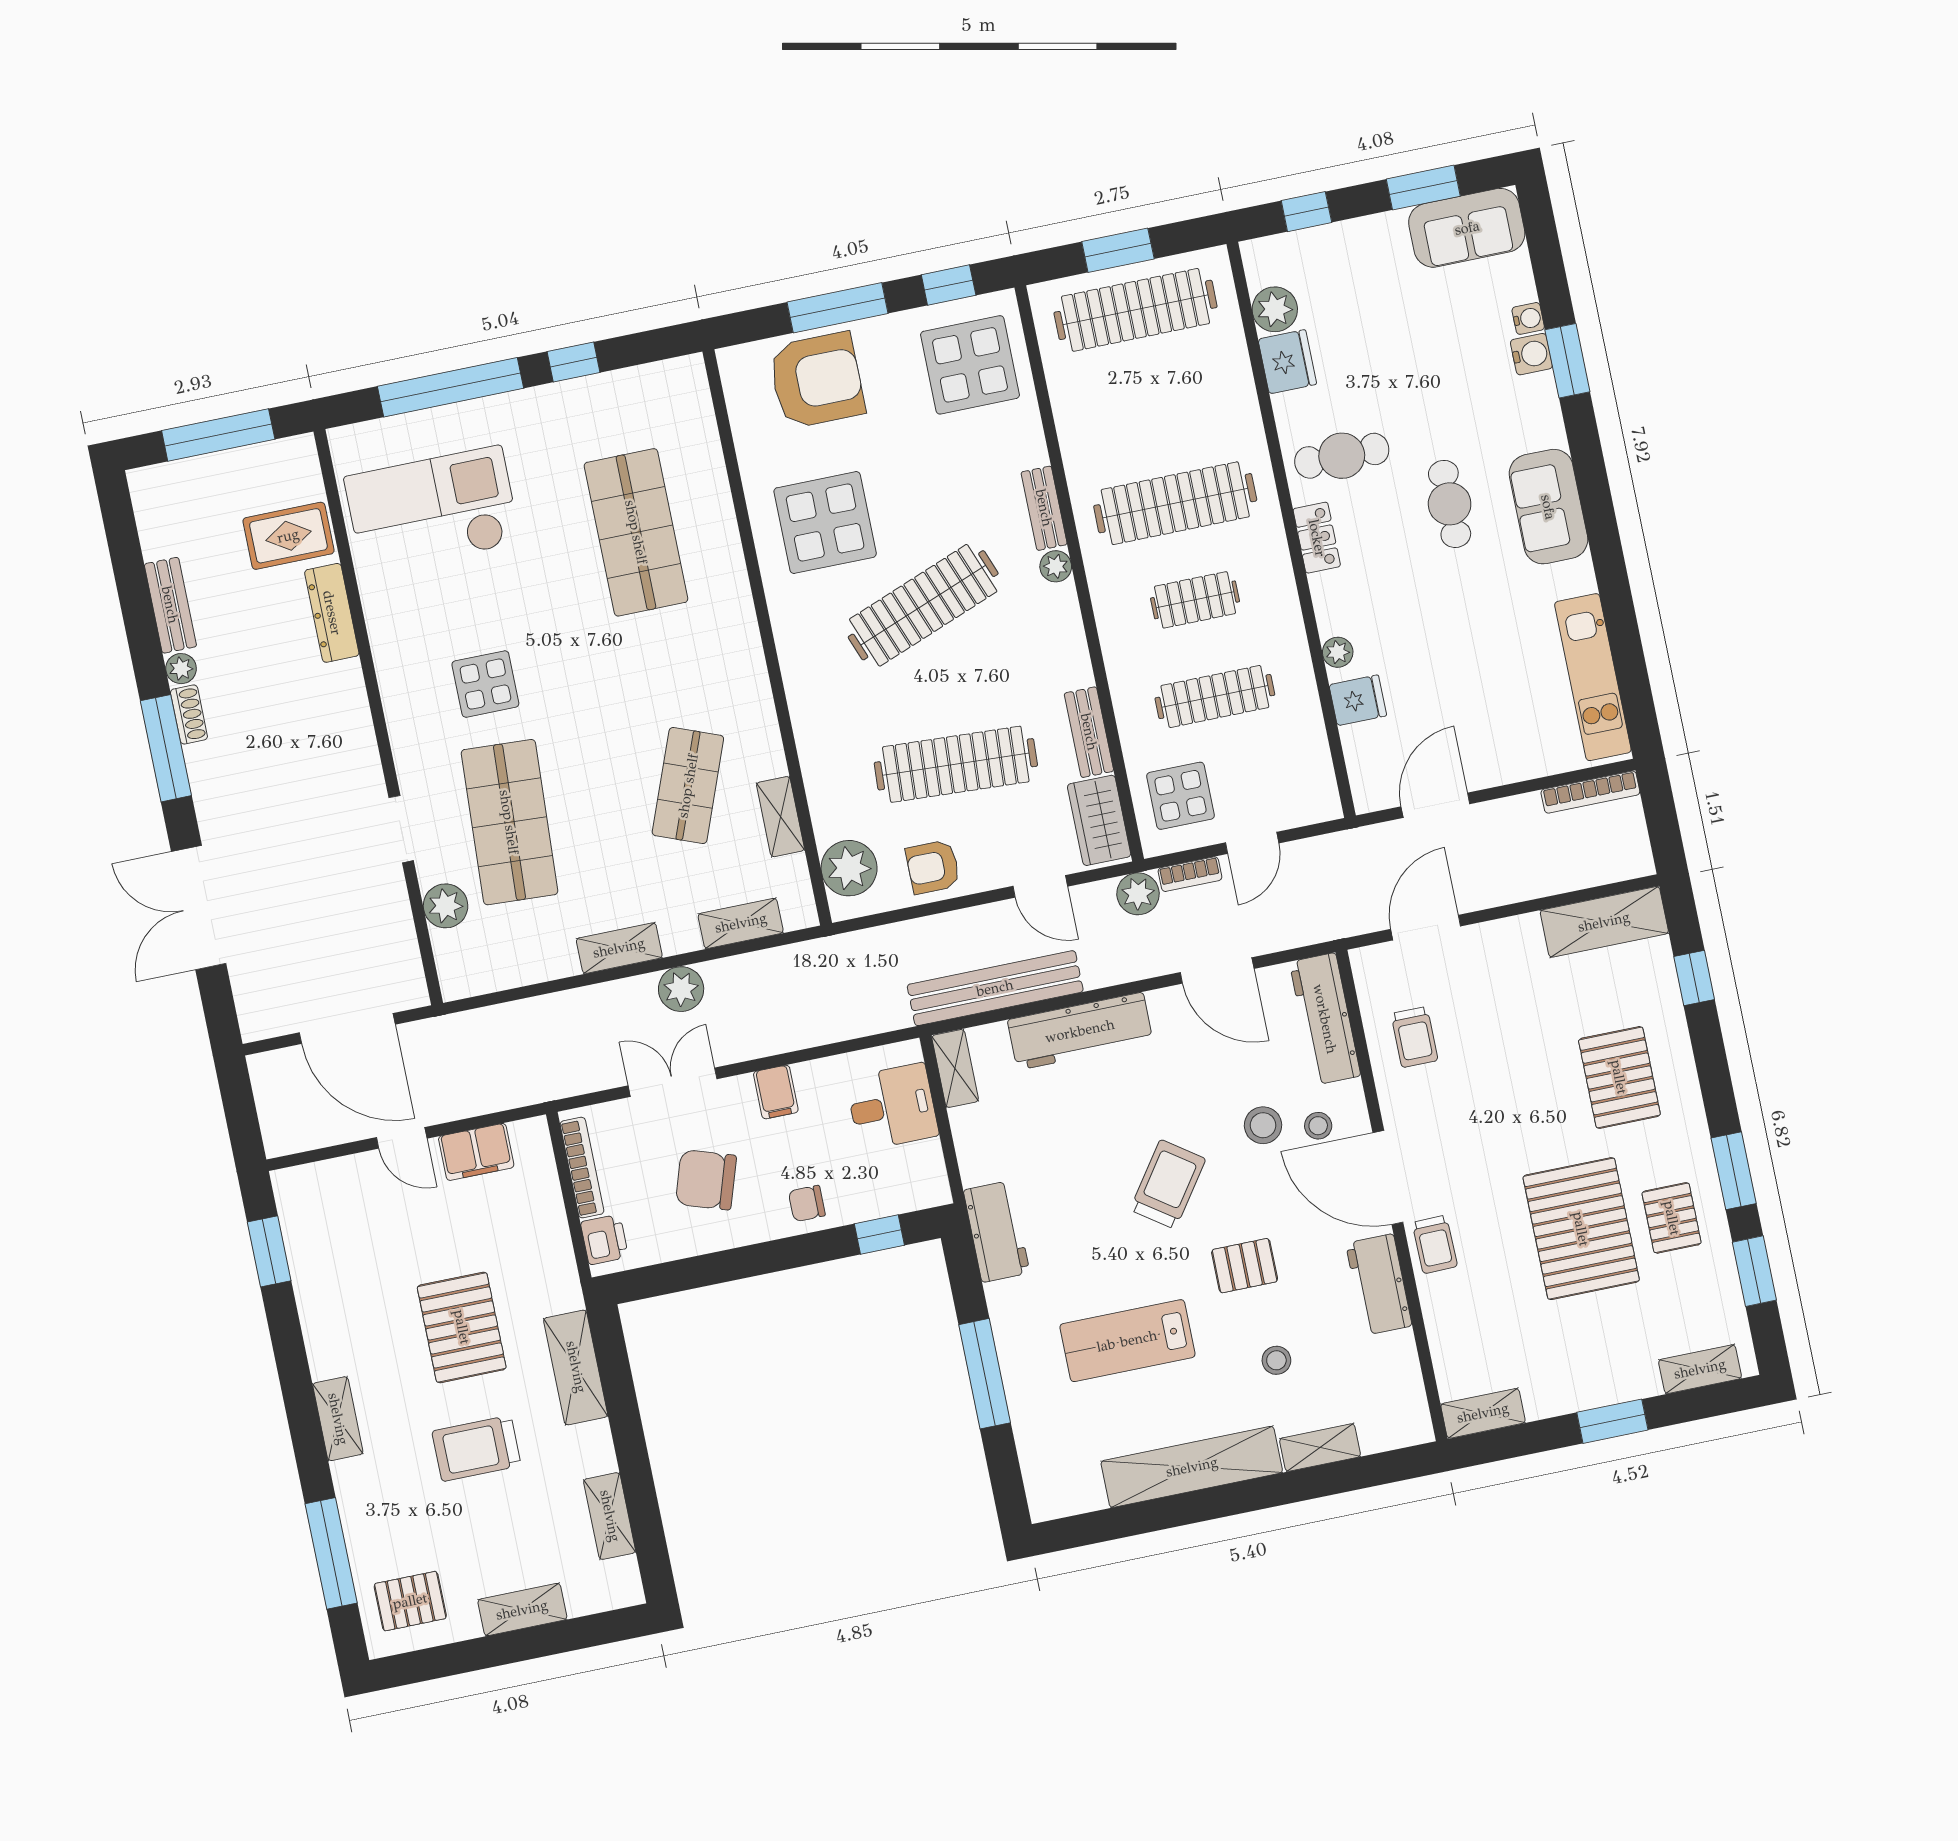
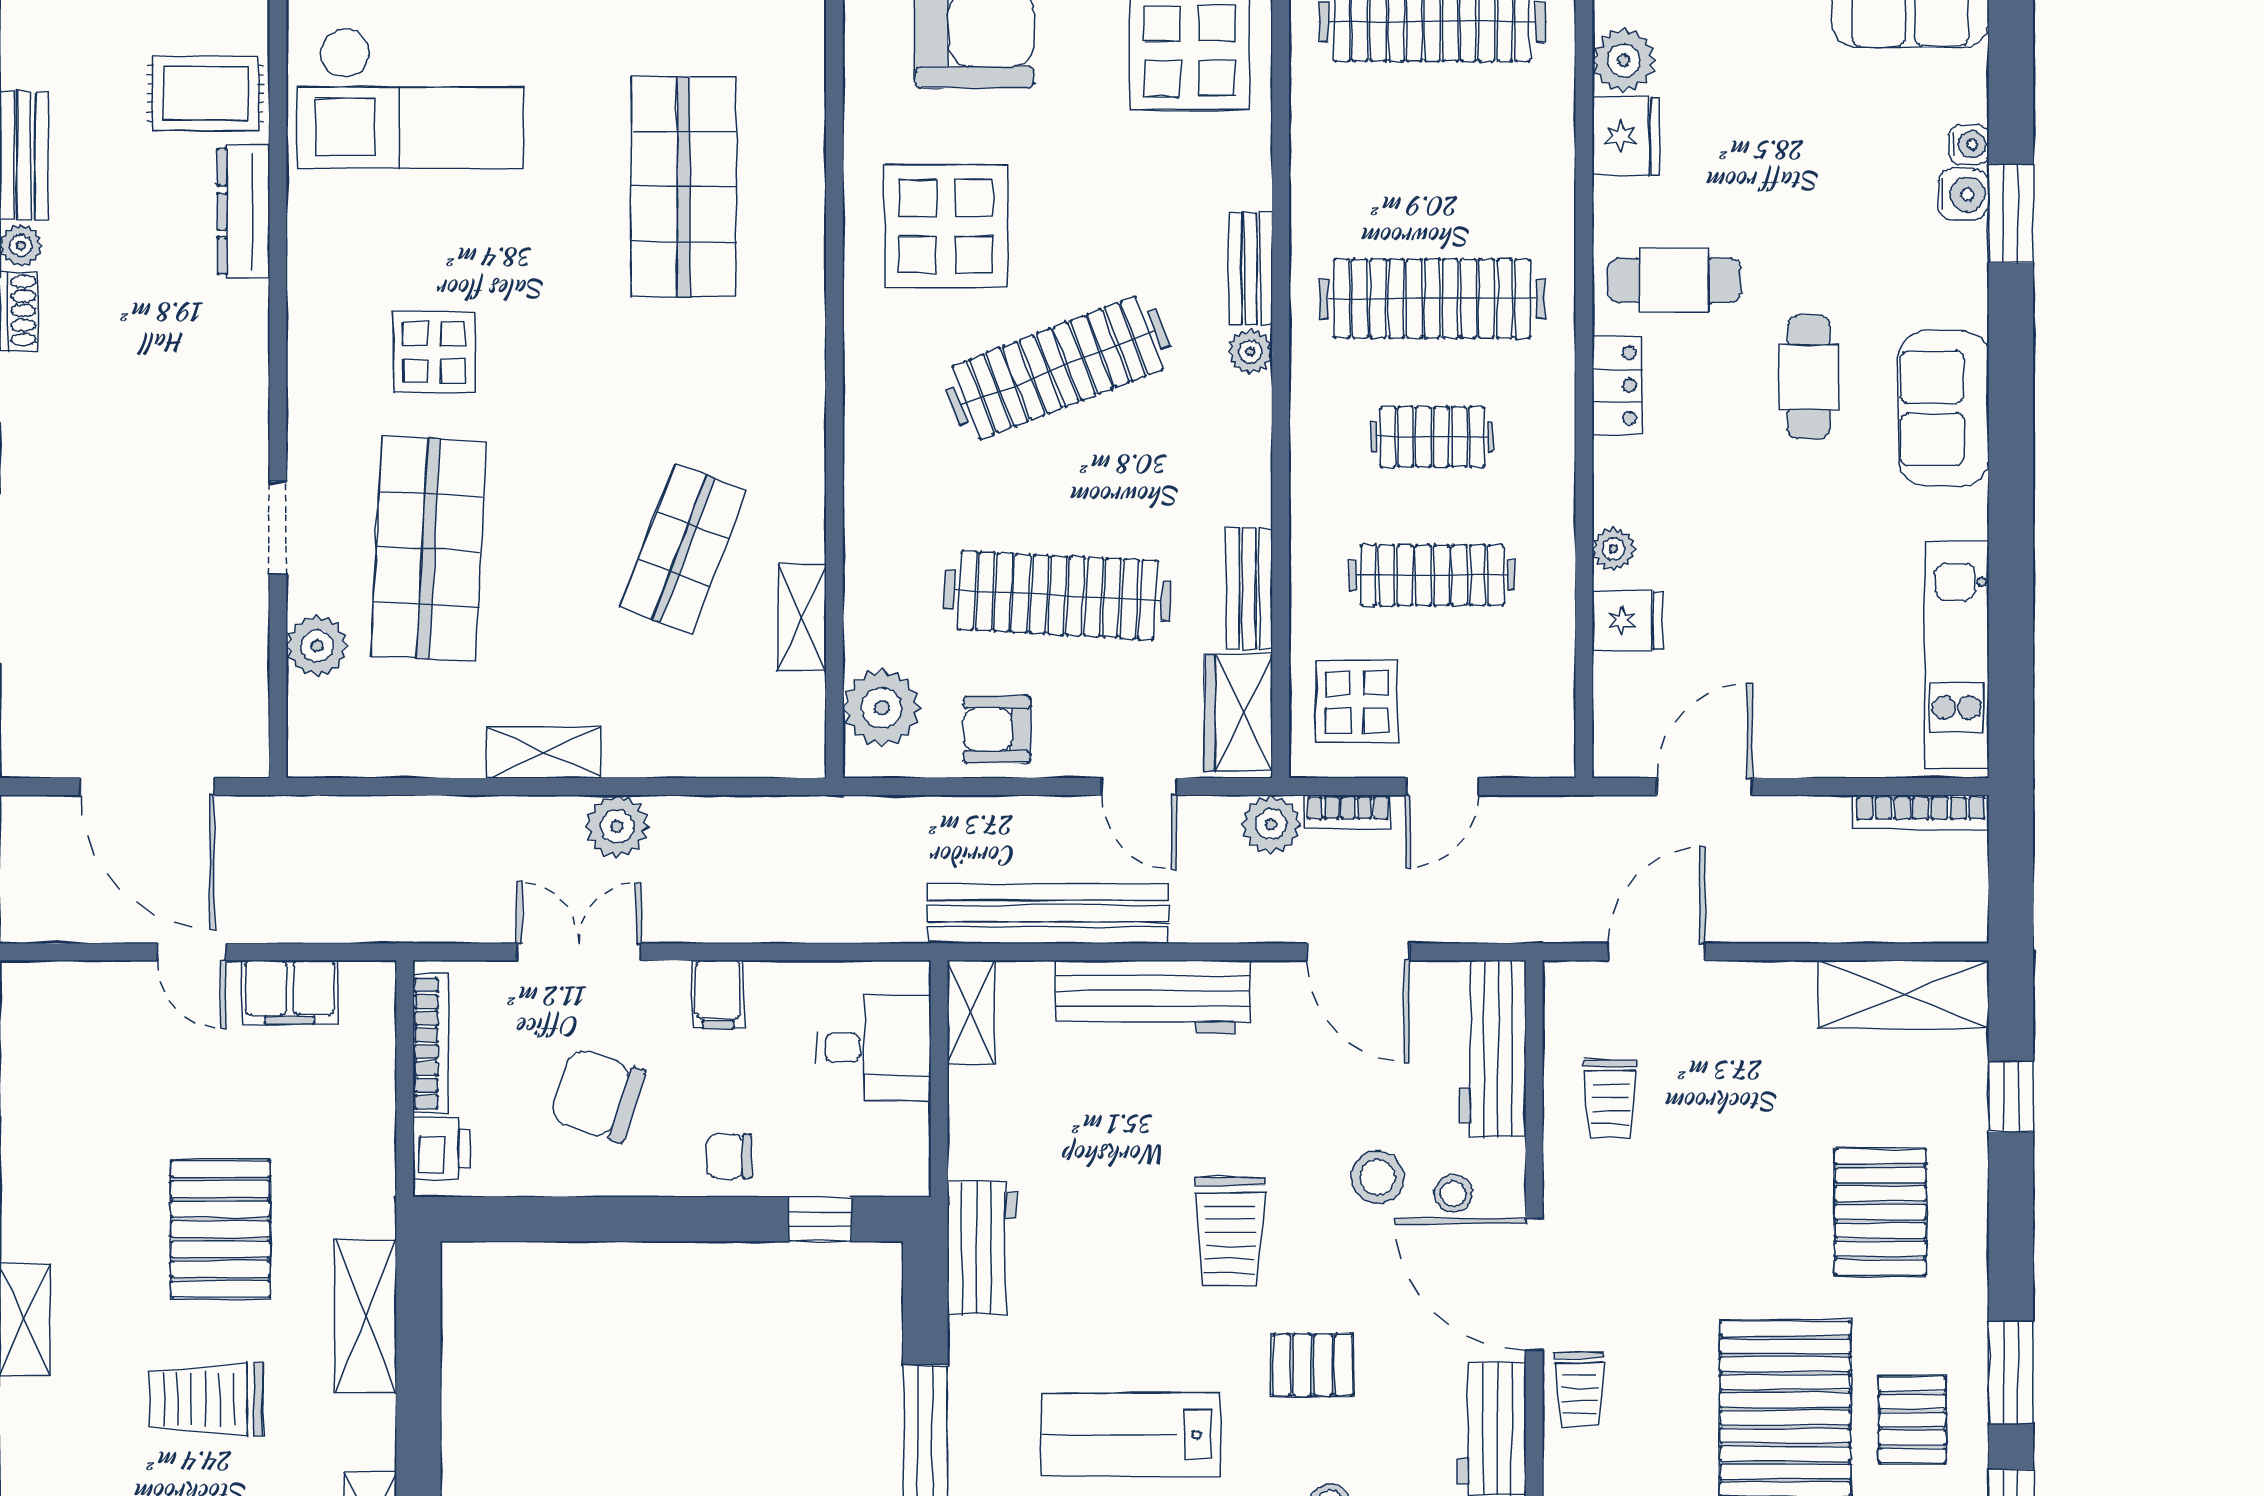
checkout: (432, 510) -> (410, 98), turned 180
shelving: (741, 923) -> (717, 753), removed
trolley: (1168, 1184) -> (1230, 1231), turned 145

